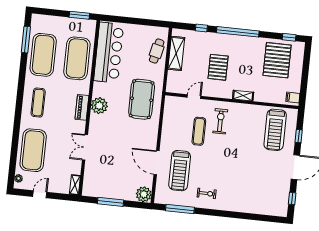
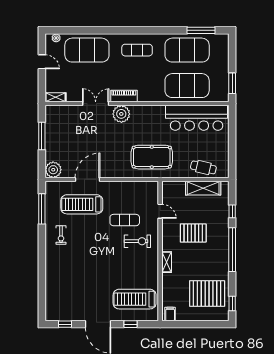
plant: (99, 106) -> (121, 114), moved
piano: (82, 107) -> (124, 96), moved

